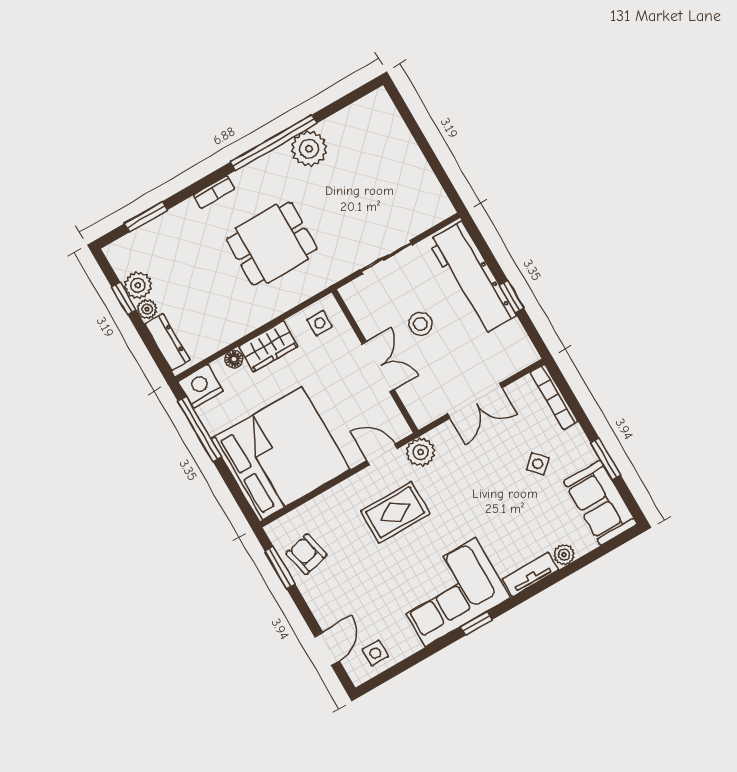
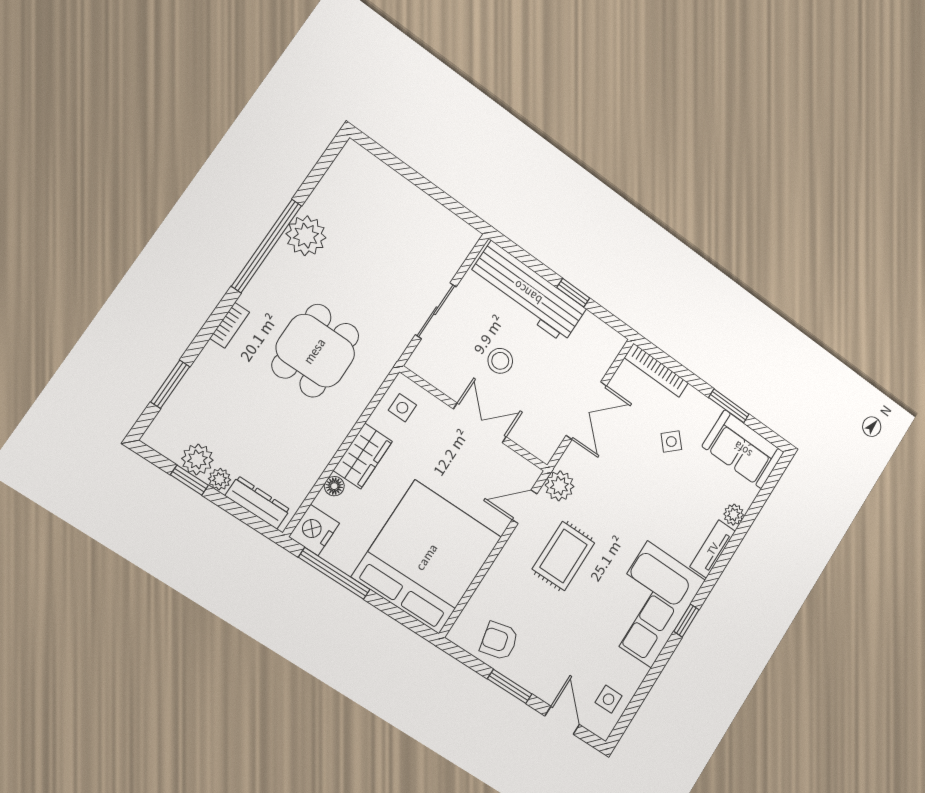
window: (280, 568) -> (510, 686), moved

